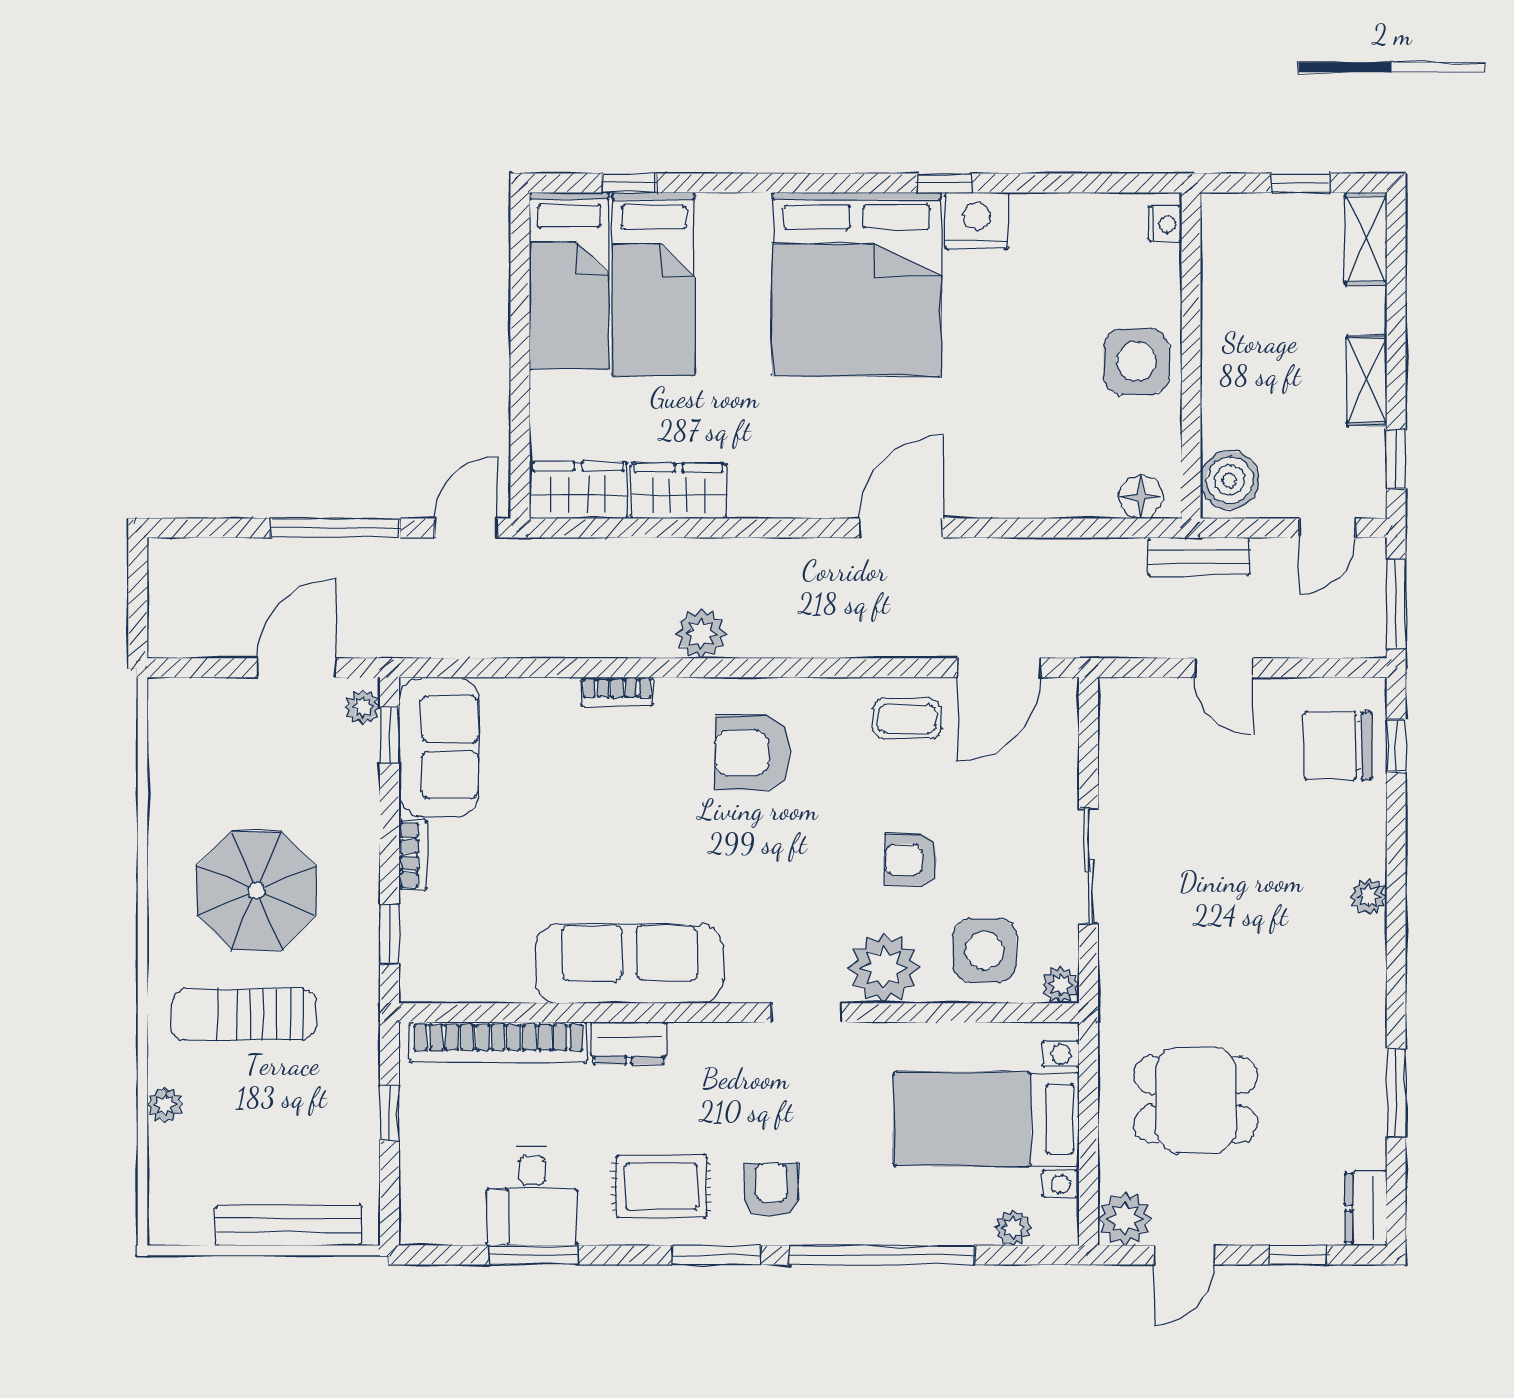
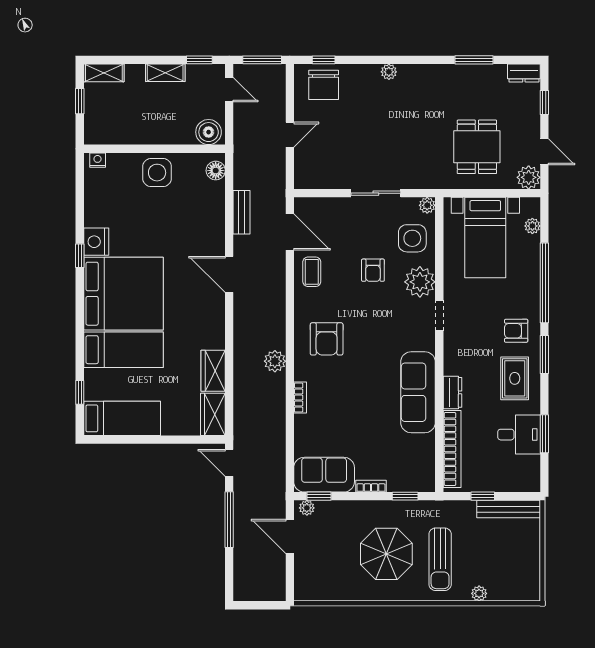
bed: (654, 284) -> (123, 350), moved
bench: (1199, 557) -> (242, 212), moved
bench: (288, 1225) -> (509, 509), moved, turned 90

